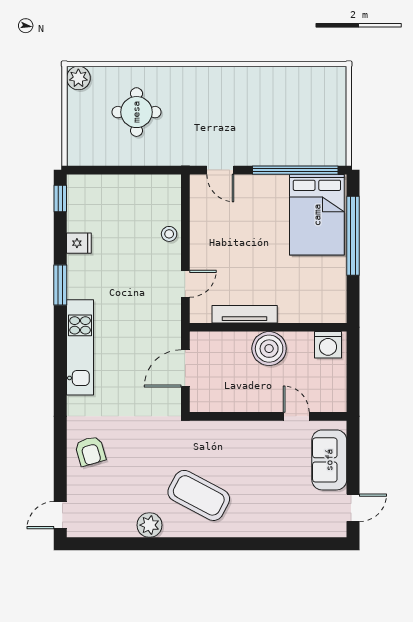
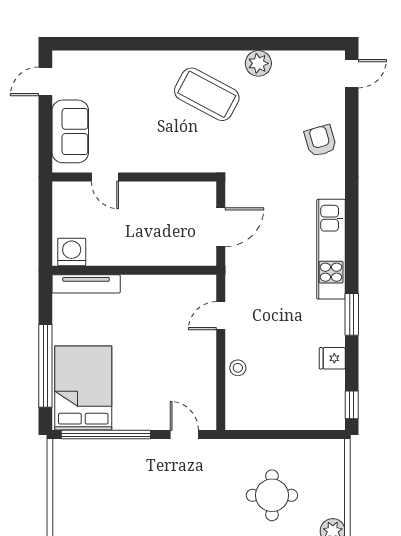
tv unit: (245, 314) -> (86, 284), moved
boiler: (269, 349) -> (133, 248), removed

